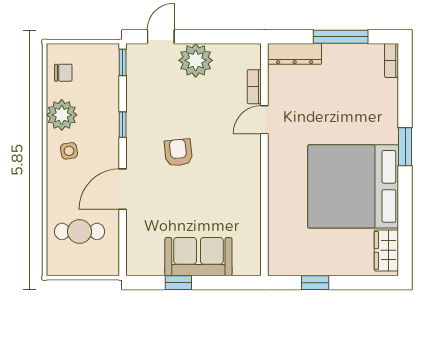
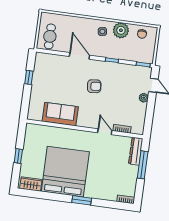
window: (341, 37) -> (143, 165), moved
plant: (196, 60) -> (144, 98), width x0.53, depth x0.53
cafe table: (80, 231) -> (50, 36), moved
sofa: (198, 257) -> (60, 114), moved, turned -90
window: (315, 283) -> (18, 156), moved

